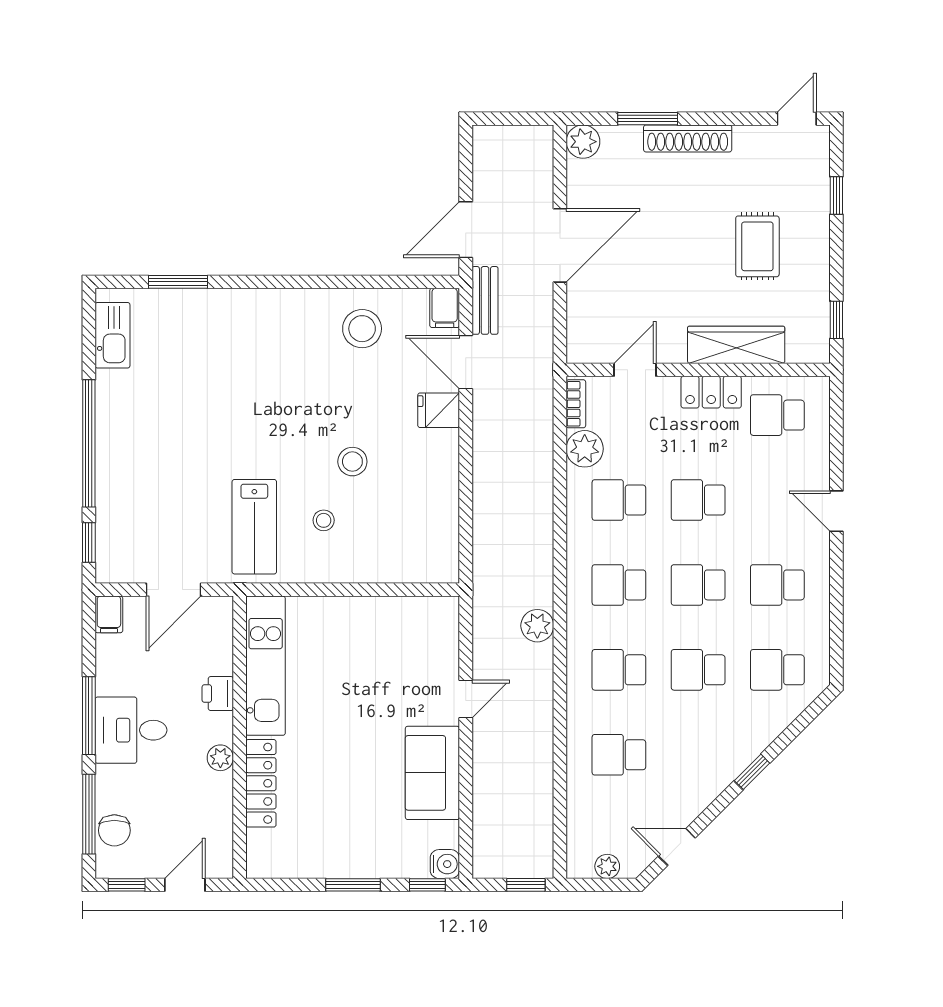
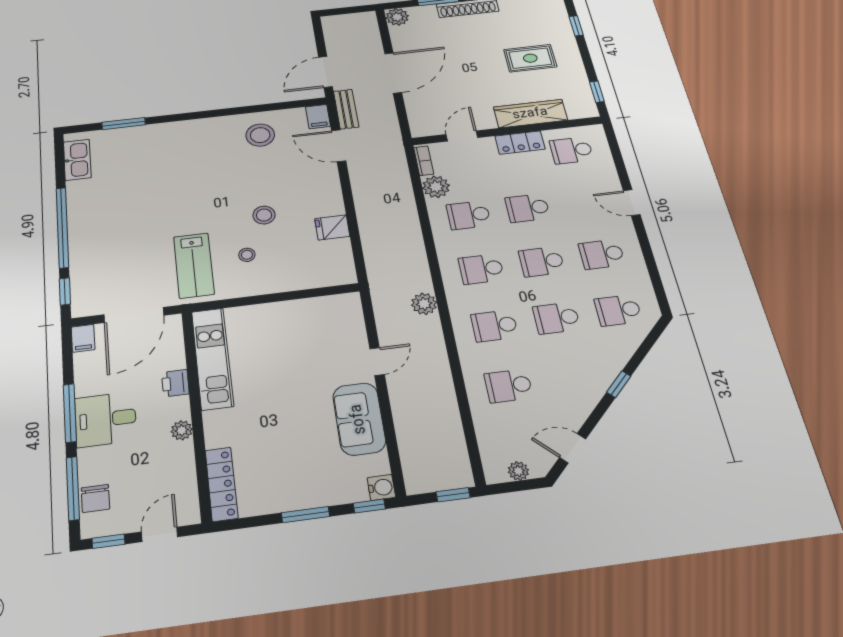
rug: (757, 246) -> (530, 58), turned 90
fridge: (439, 410) -> (332, 227), moved
door: (173, 590) -> (134, 315), width x1.36
locker: (261, 783) -> (221, 484), moved

